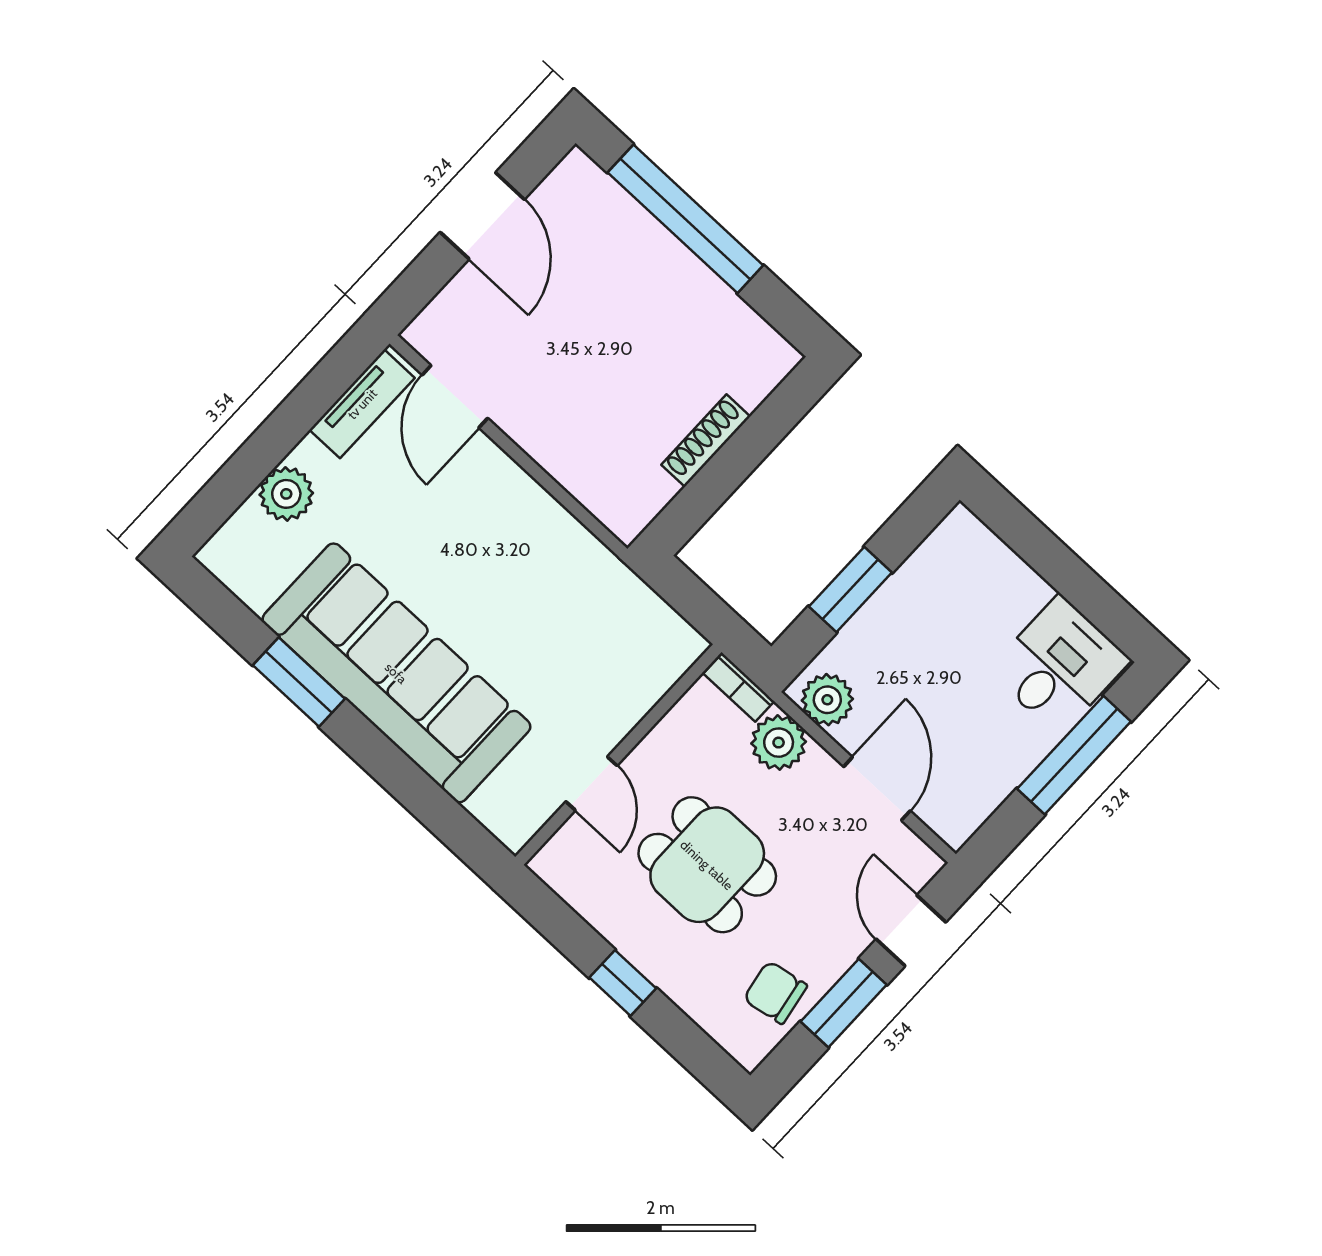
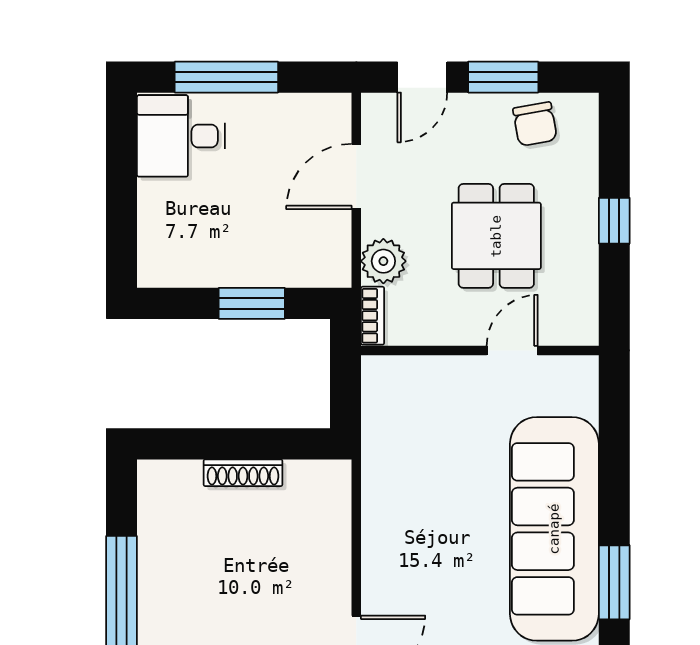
plant: (827, 700) -> (331, 256), removed

